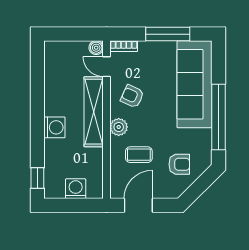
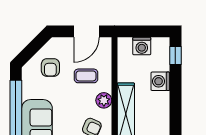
washing machine: (54, 127) -> (160, 81), moved
armchair: (179, 164) -> (50, 68), turned -90

